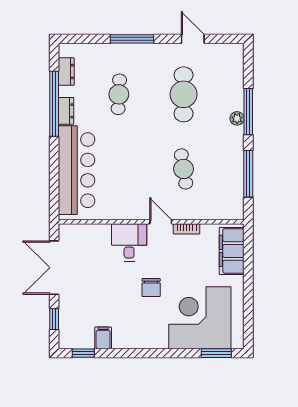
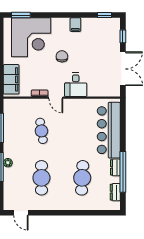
window: (132, 39) -> (74, 213), removed
door: (193, 39) -> (21, 213), moved
cafe table: (119, 94) -> (82, 178), width x1.37, depth x1.35
filing cabinet: (103, 338) -> (75, 25), moved

